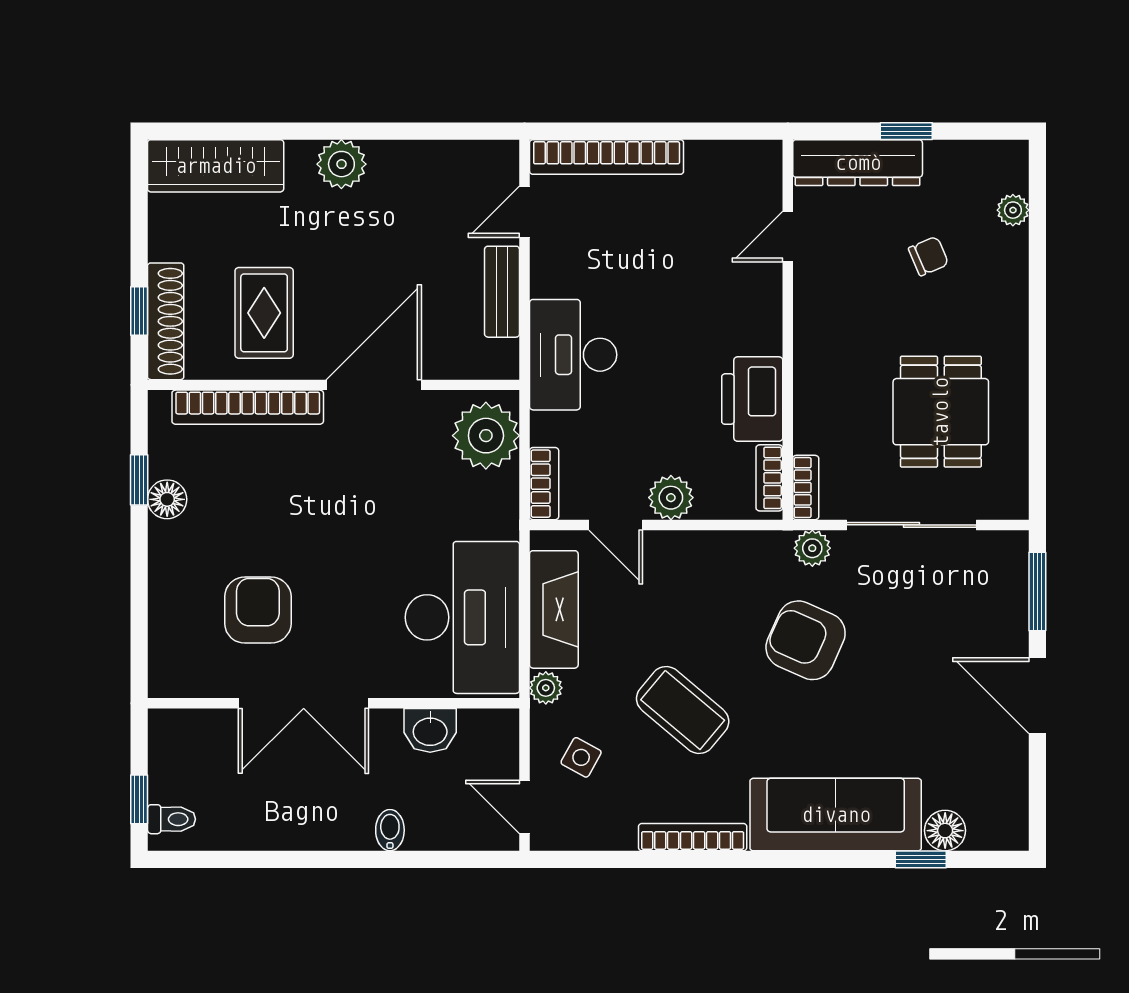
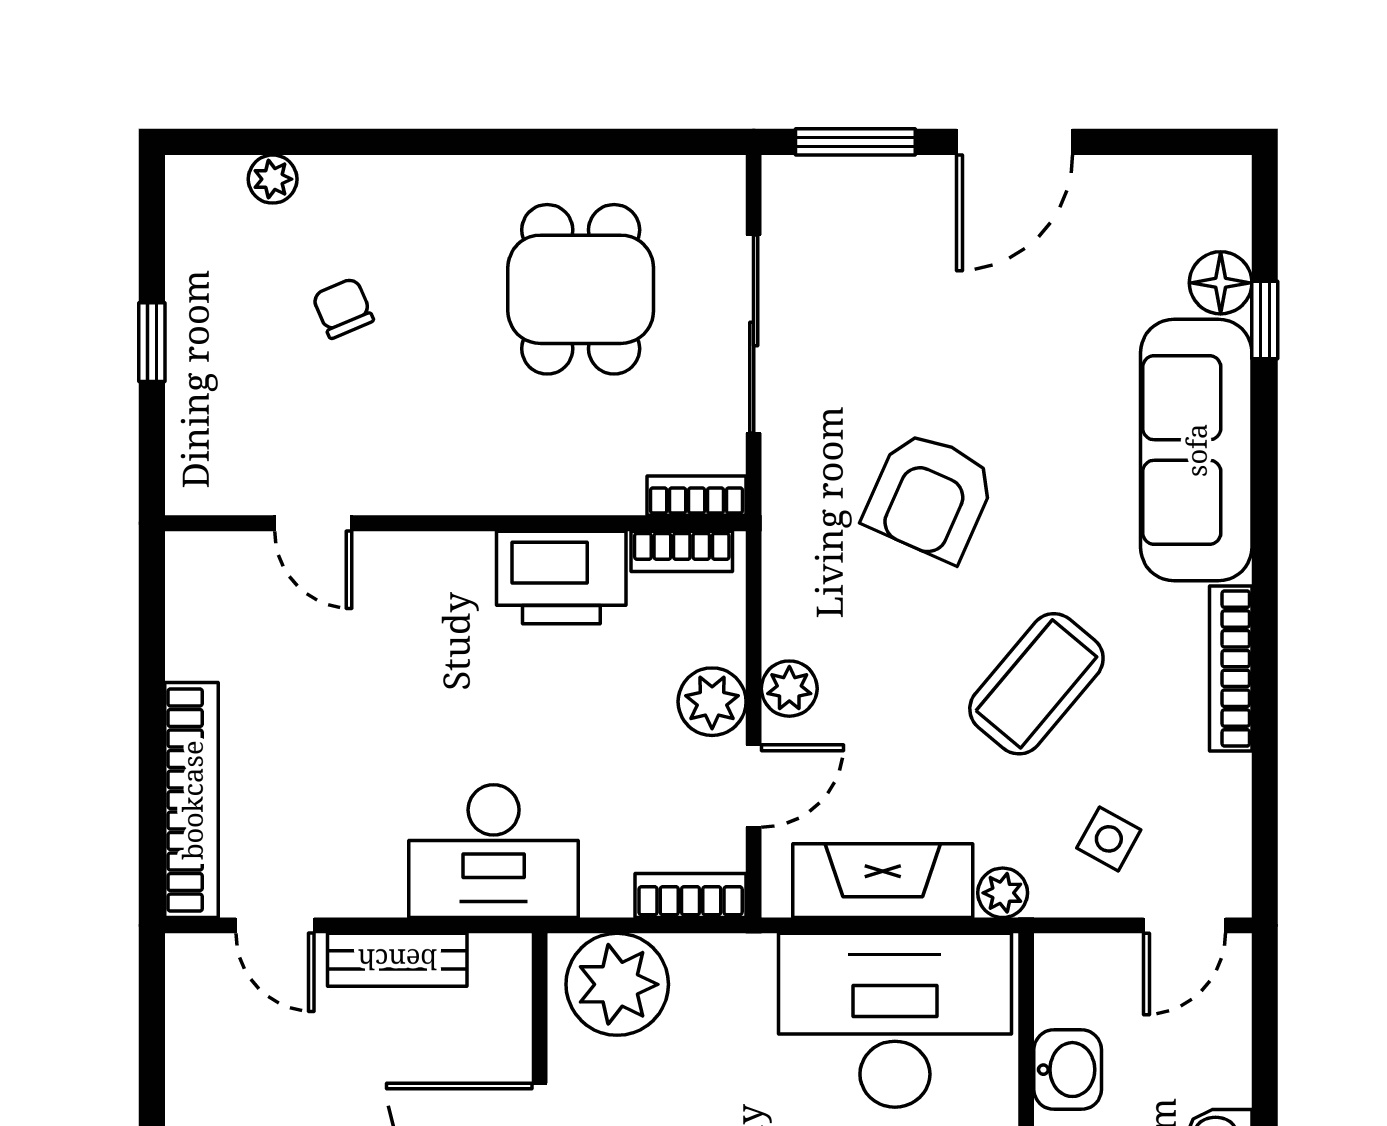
dresser: (858, 163) -> (200, 417), removed
dining table: (941, 412) -> (581, 289), turned 90
plant: (812, 548) -> (789, 689), moved

